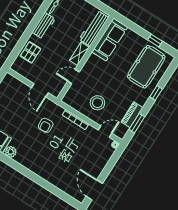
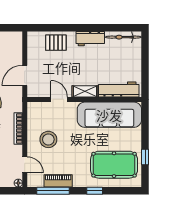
sofa: (110, 39) -> (109, 115), width x1.36, depth x1.27
window: (137, 123) -> (53, 191), width x1.44

